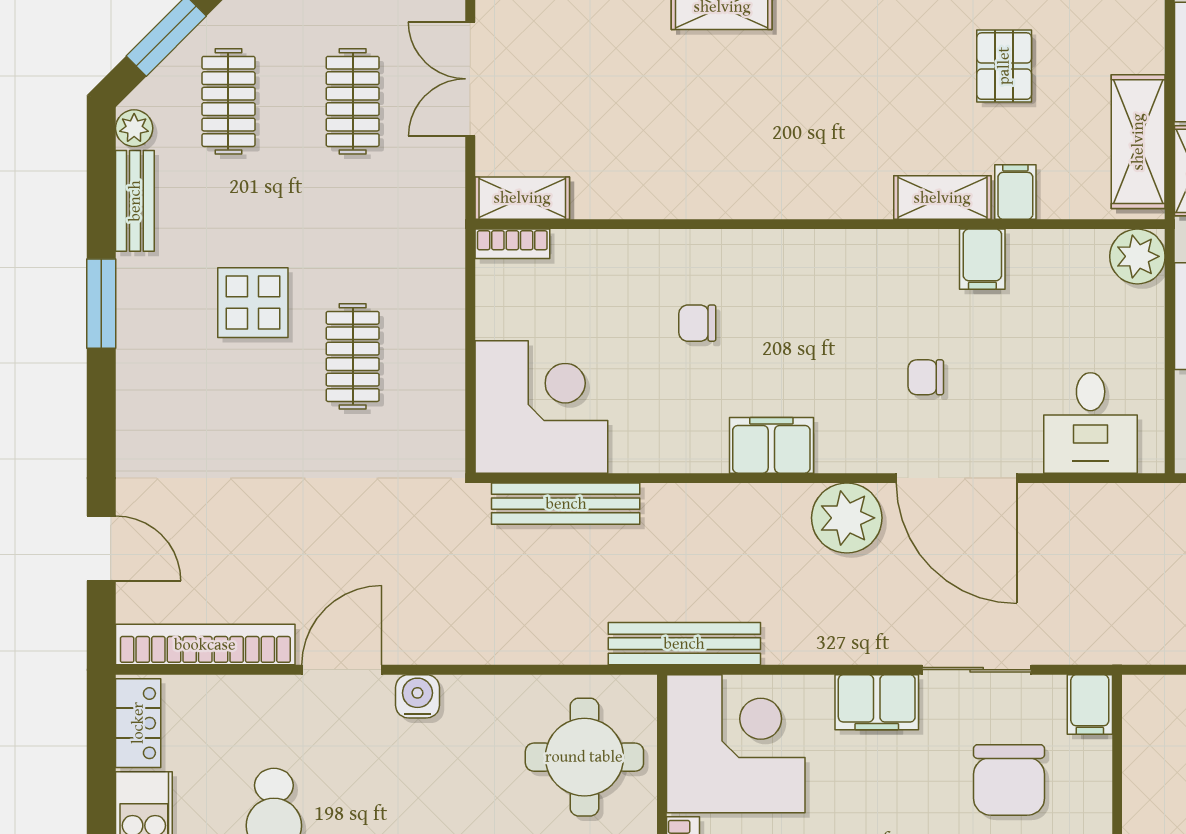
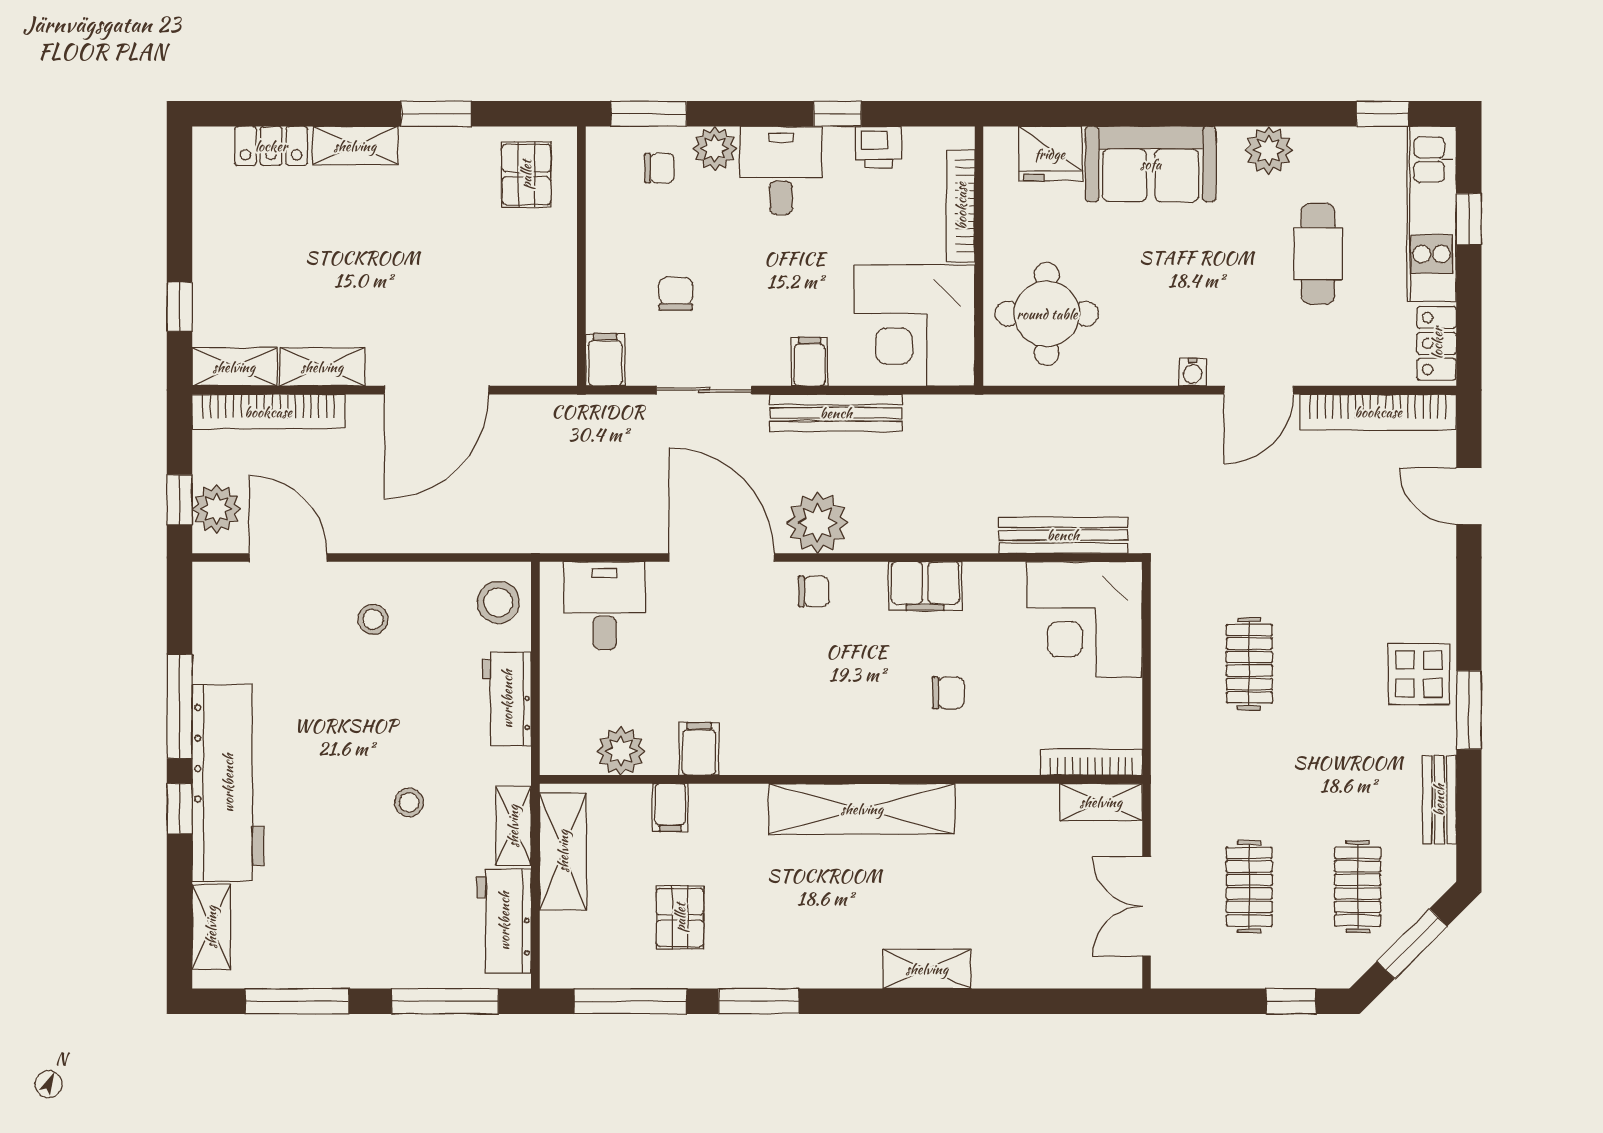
double door: (470, 79) -> (1146, 906), swing flipped
plant: (134, 128) -> (1440, 863), removed
shelving: (942, 198) -> (862, 809), moved, width x2.20, depth x1.33
bookcase: (512, 244) -> (1091, 762), width x1.56
plant: (1137, 256) -> (621, 751), moved
display table: (253, 303) -> (1419, 674), moved
chair: (926, 377) -> (814, 591), moved
filing cabinet: (771, 445) -> (925, 586), moved
bench: (684, 644) -> (836, 413), moved
water cooler: (417, 696) -> (1193, 372), width x0.72, depth x0.72
filing cabinet: (877, 702) -> (810, 362), width x0.50
chair: (1009, 780) -> (676, 294), width x0.54, depth x0.54

